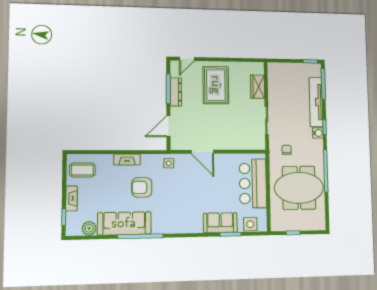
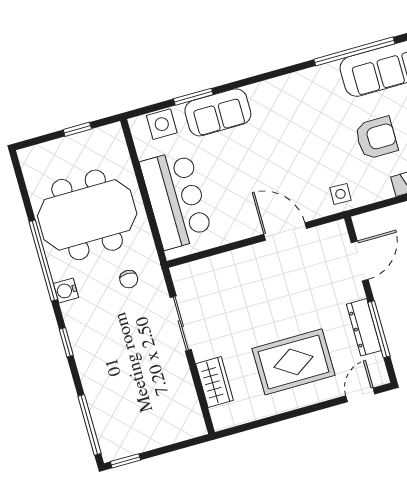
rug: (216, 85) -> (294, 362), turned 90
tv unit: (316, 102) -> (95, 386), removed
water cooler: (318, 133) -> (66, 290), moved

